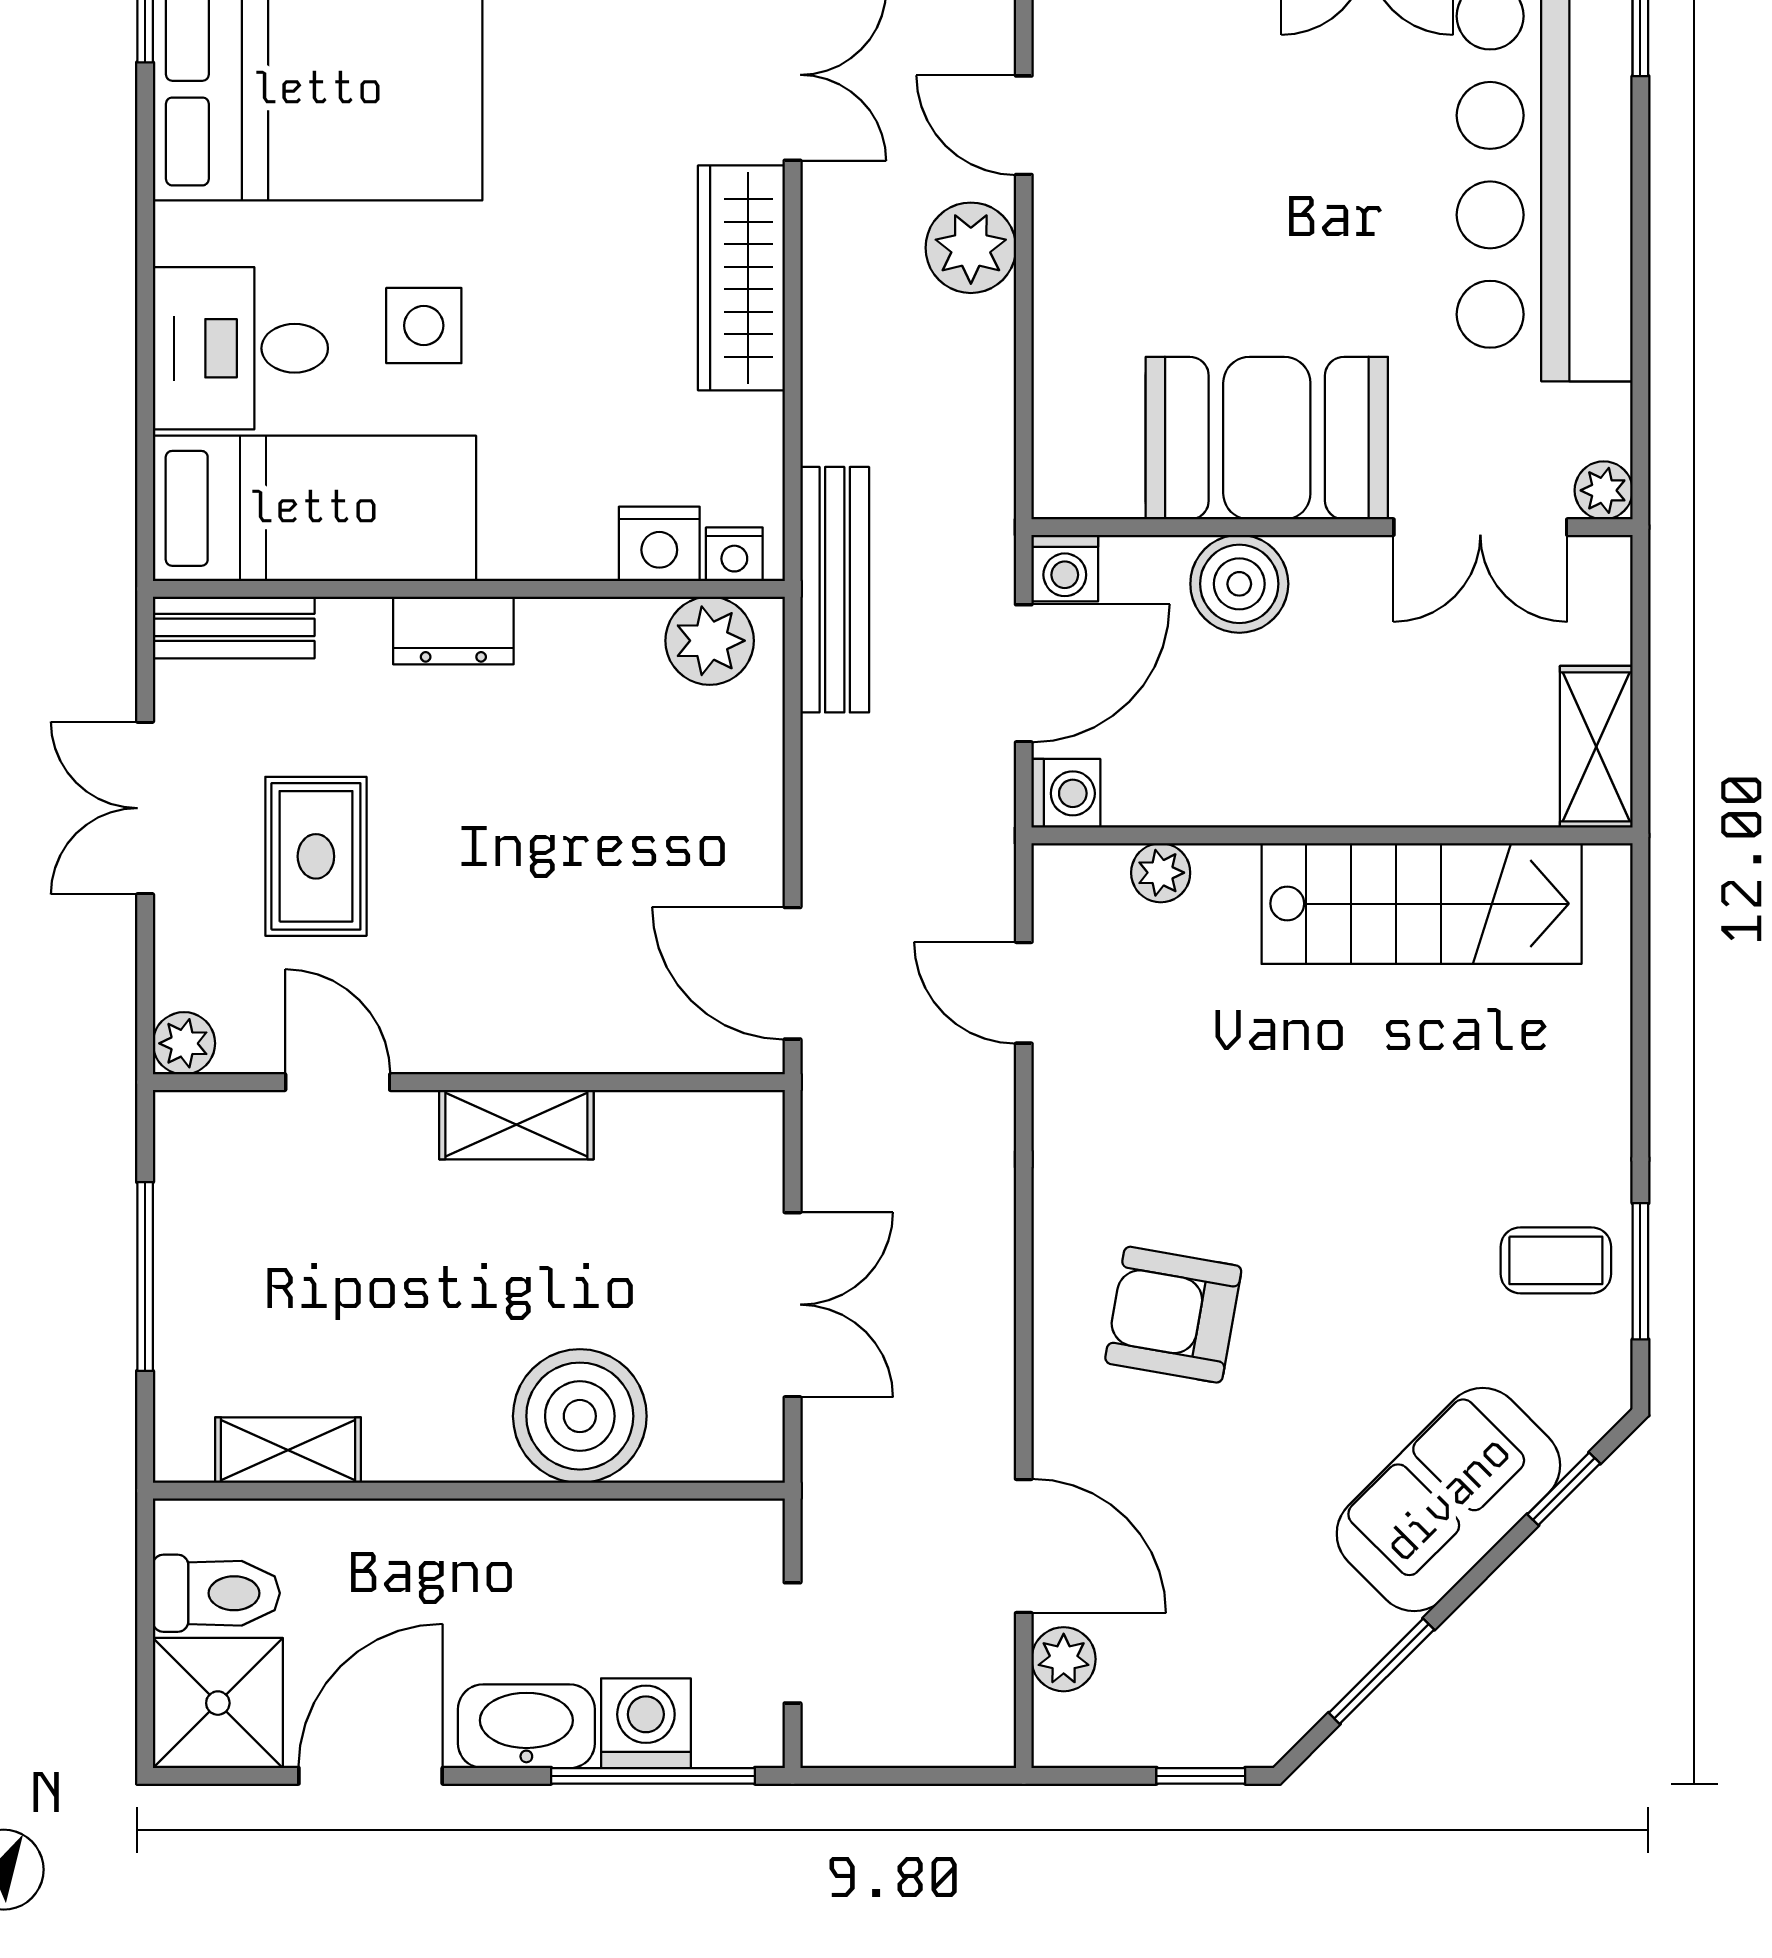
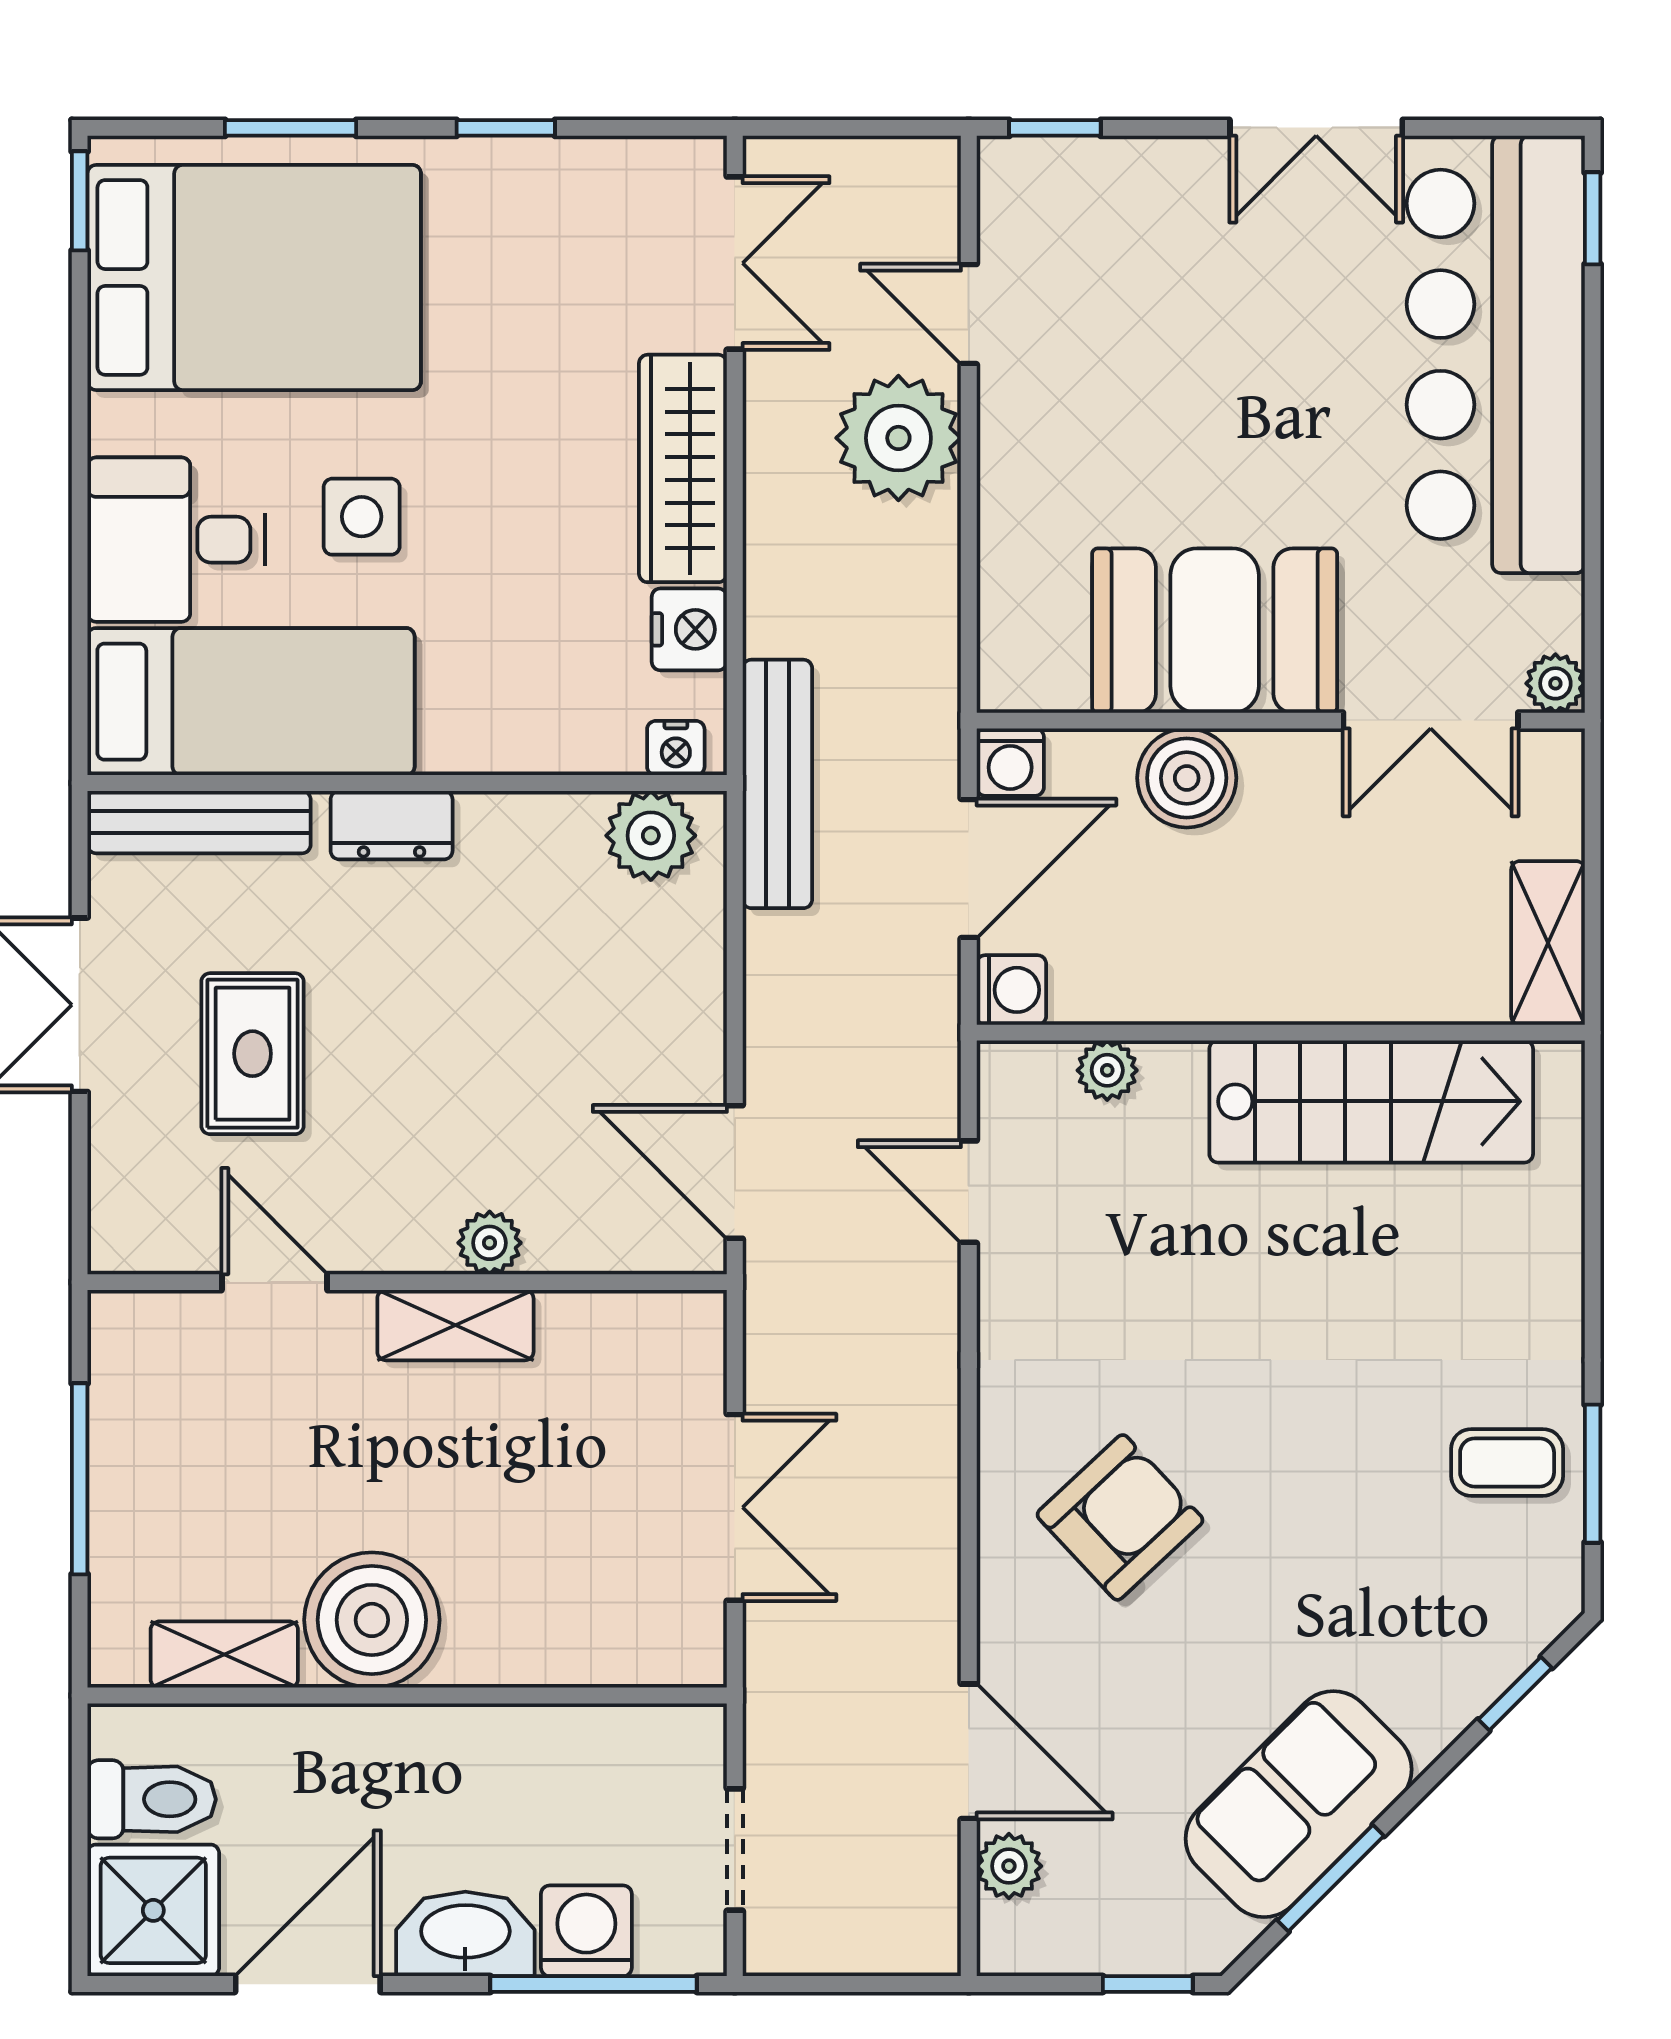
plant: (971, 248) -> (898, 438), width x1.36, depth x1.36
nightstand: (659, 544) -> (689, 629), moved, turned -90
bench: (234, 627) -> (199, 822), width x1.36
plant: (184, 1043) -> (490, 1243), moved
armchair: (1173, 1315) -> (1120, 1517), turned 127
boiler: (580, 1416) -> (372, 1620), moved
sofa: (1448, 1499) -> (1299, 1804), moved

